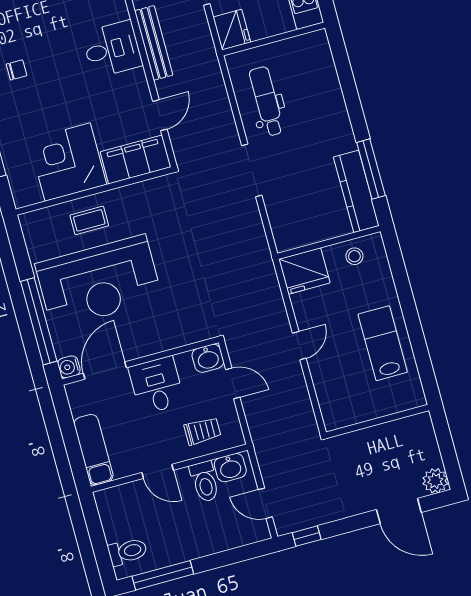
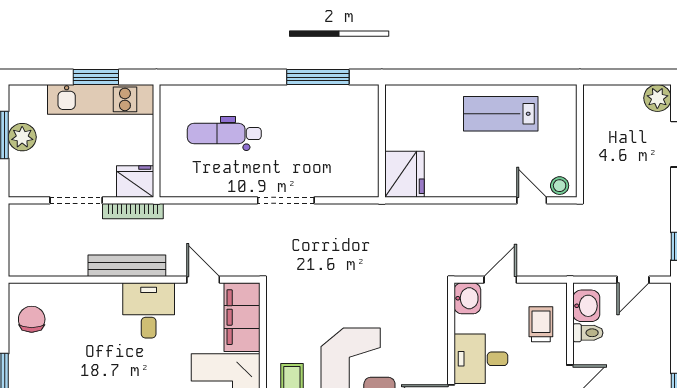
bookcase: (204, 35) -> (133, 211), added
desk: (112, 49) -> (149, 310), moved
dental chair: (267, 101) -> (224, 134), moved
kitchen counter: (356, 191) -> (337, 99), removed
stool: (354, 256) -> (560, 186), moved
door: (299, 346) -> (532, 200), moved
toilet: (205, 482) -> (588, 333), width x0.73, depth x0.72

